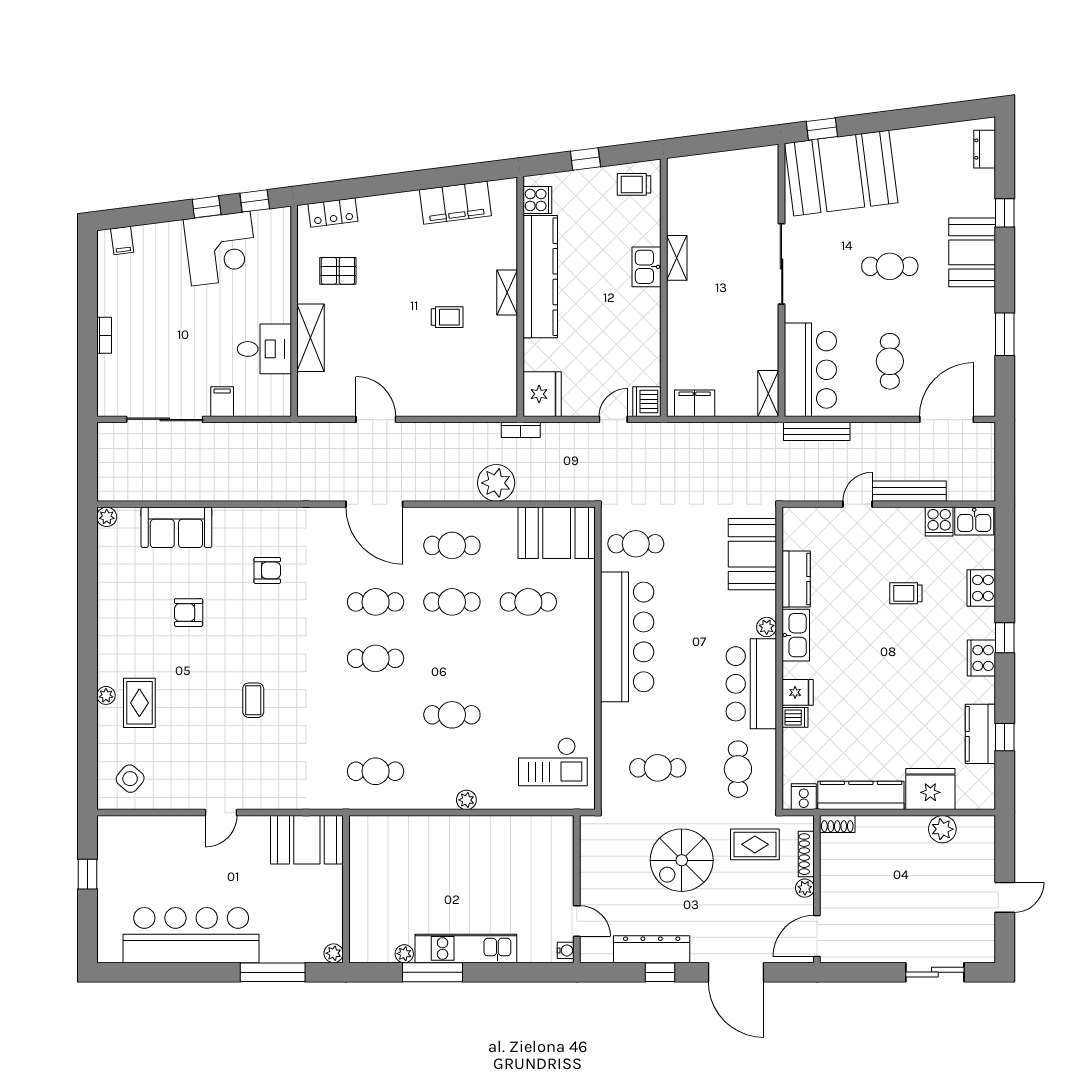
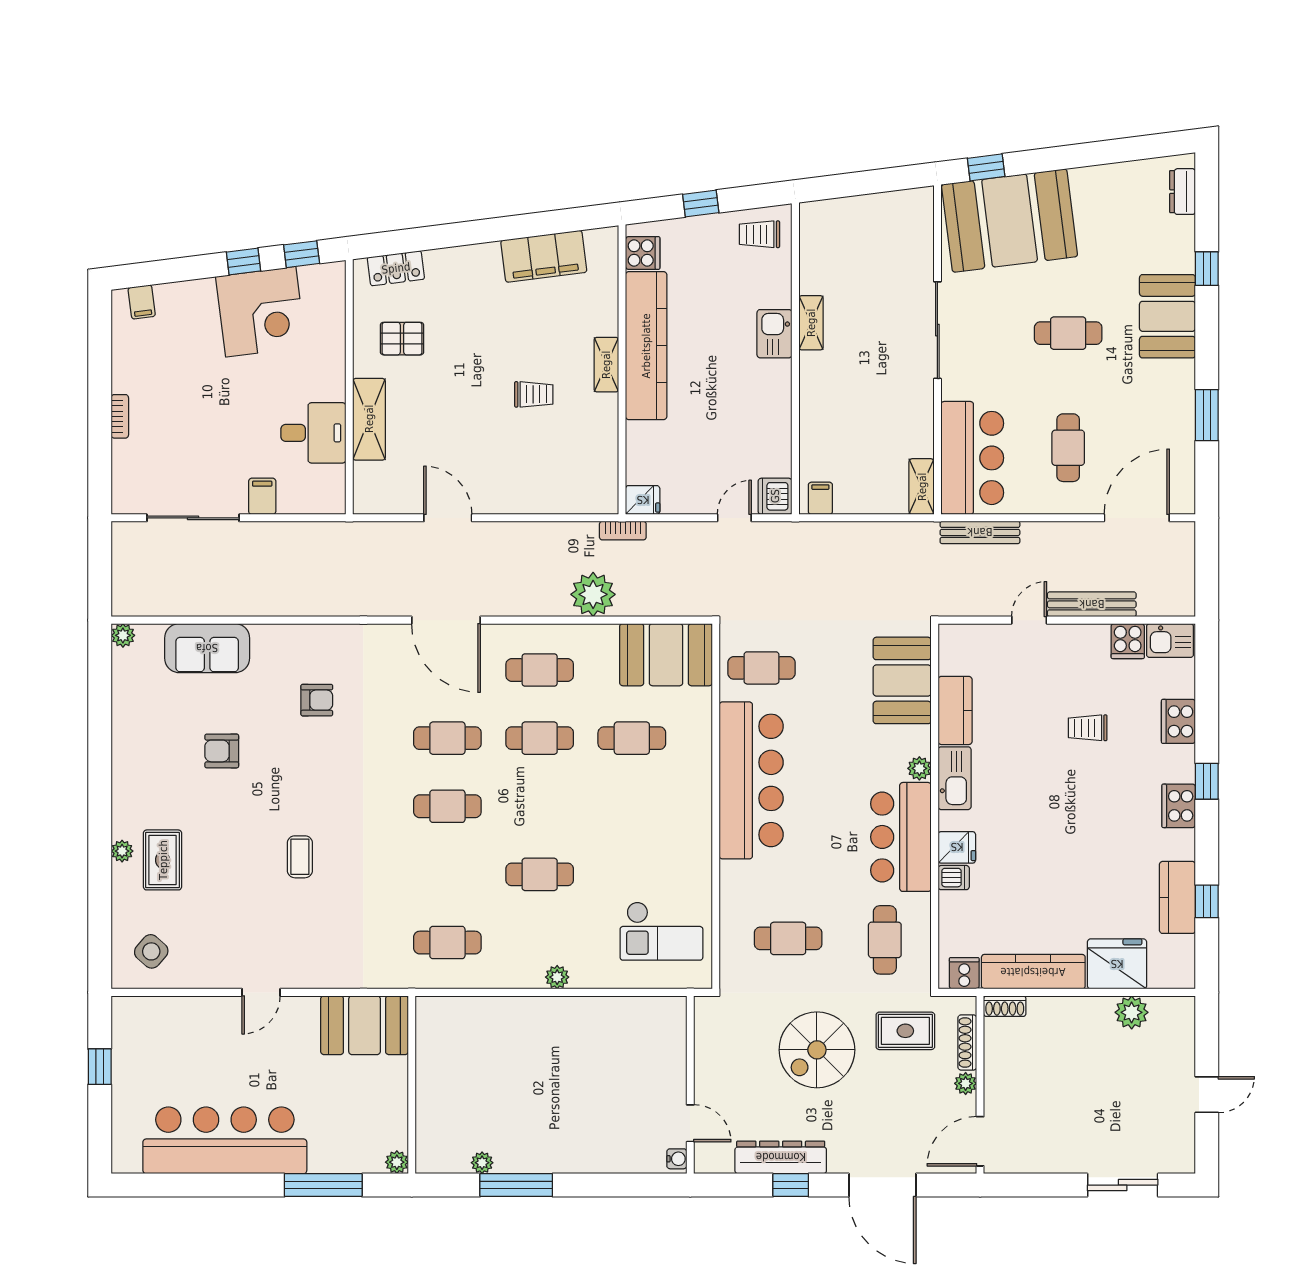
fridge: (542, 394) -> (643, 500), width x0.53, depth x0.75
filing cabinet: (695, 403) -> (820, 498), width x0.50
kitchen unit: (466, 948) -> (557, 1156), removed

